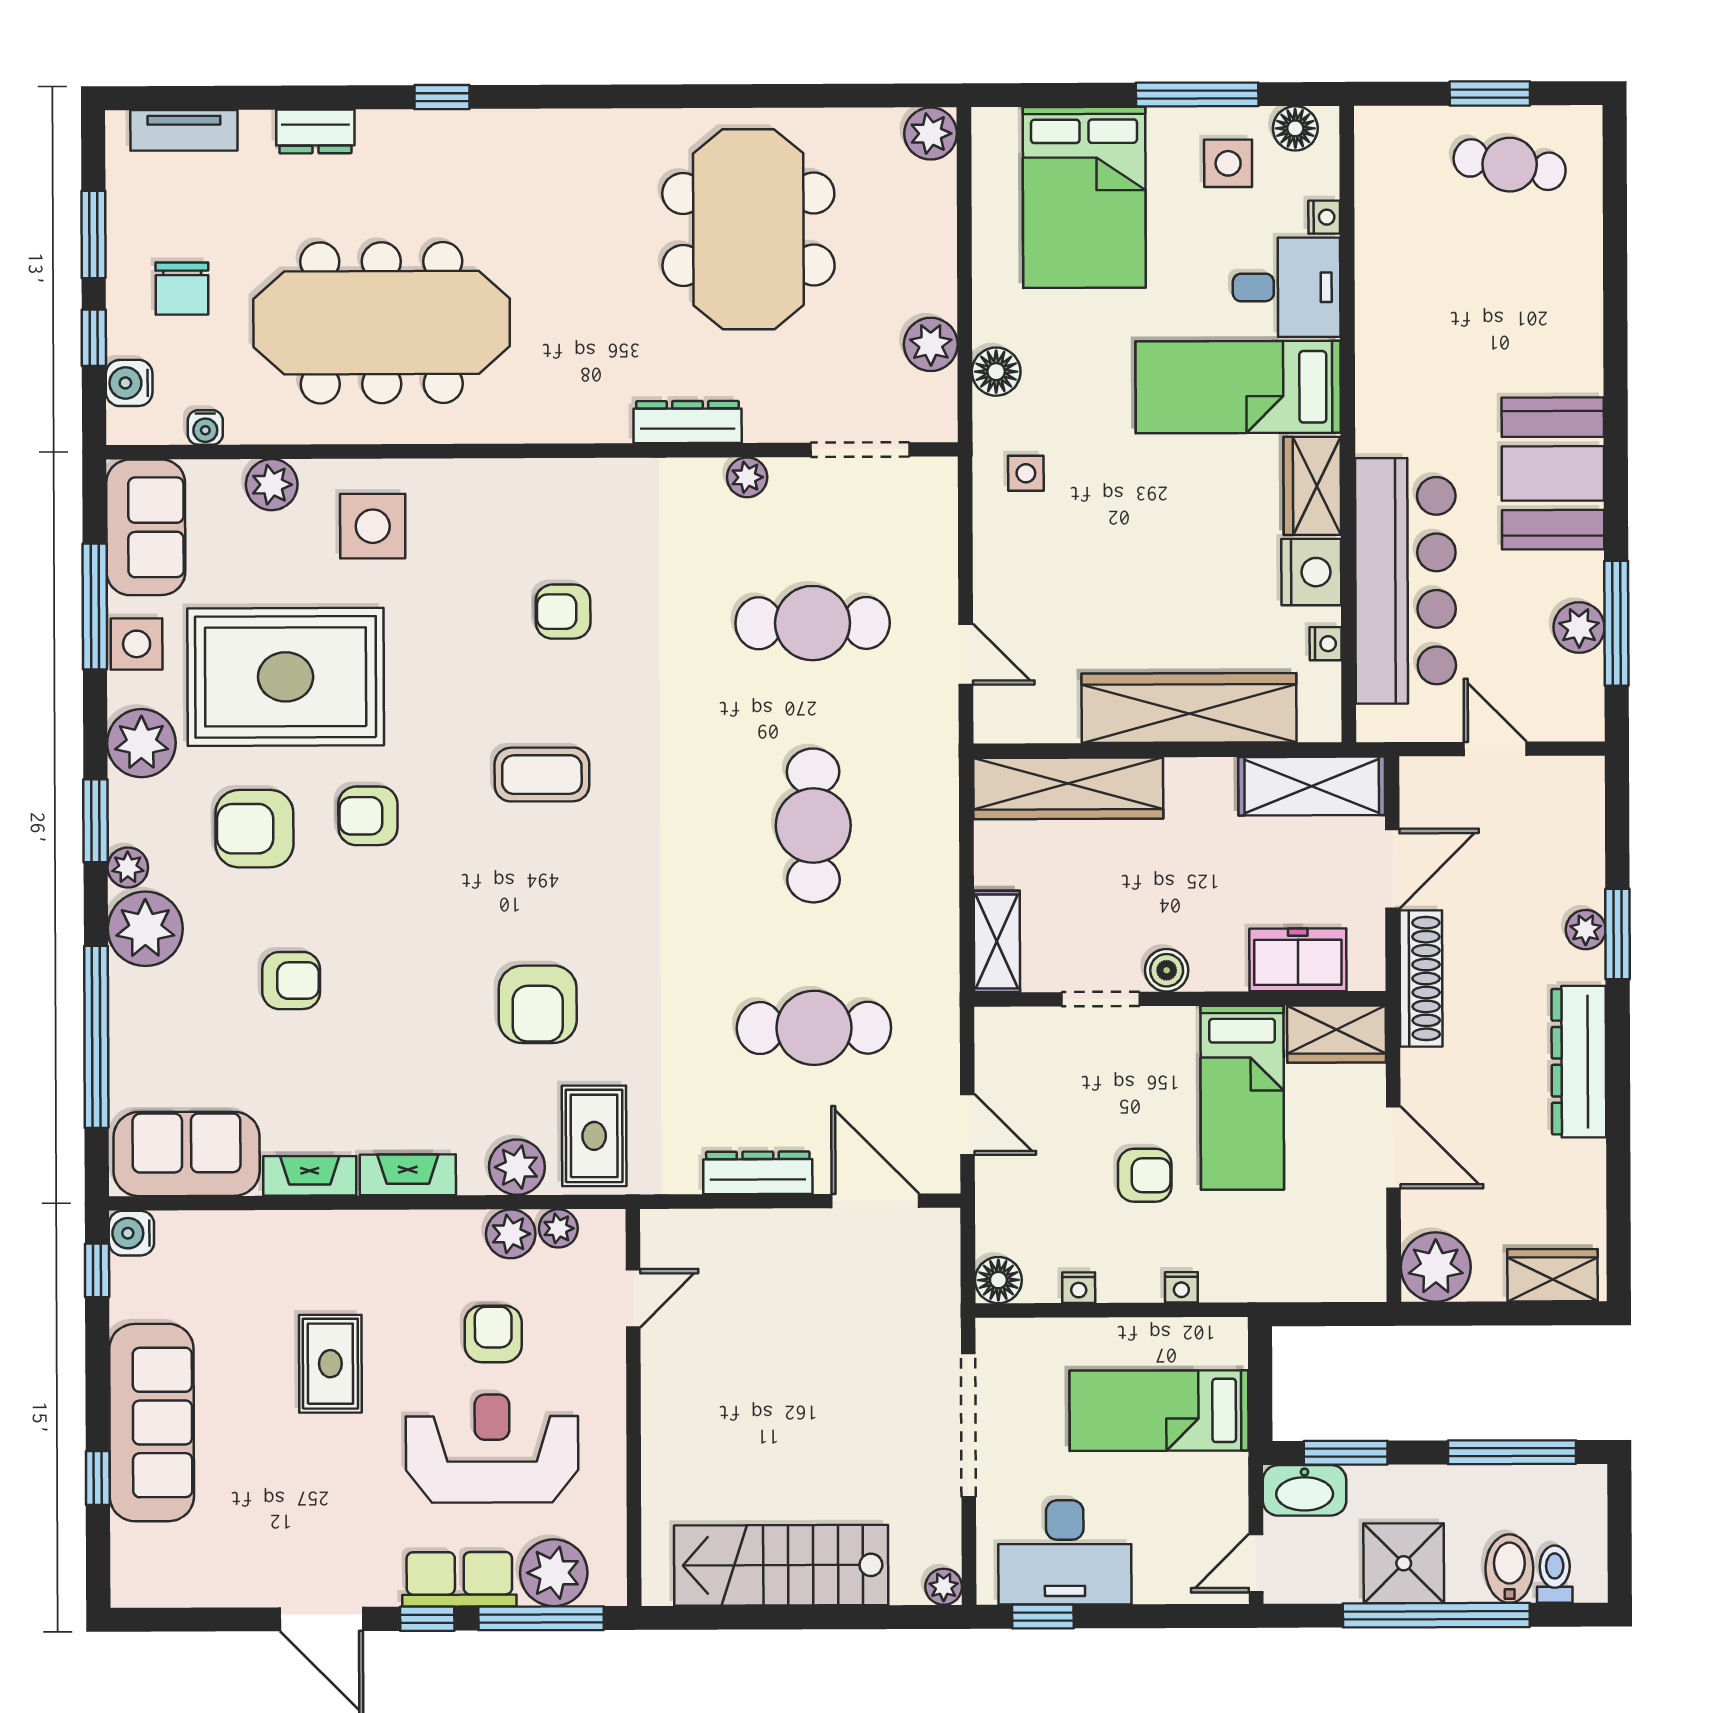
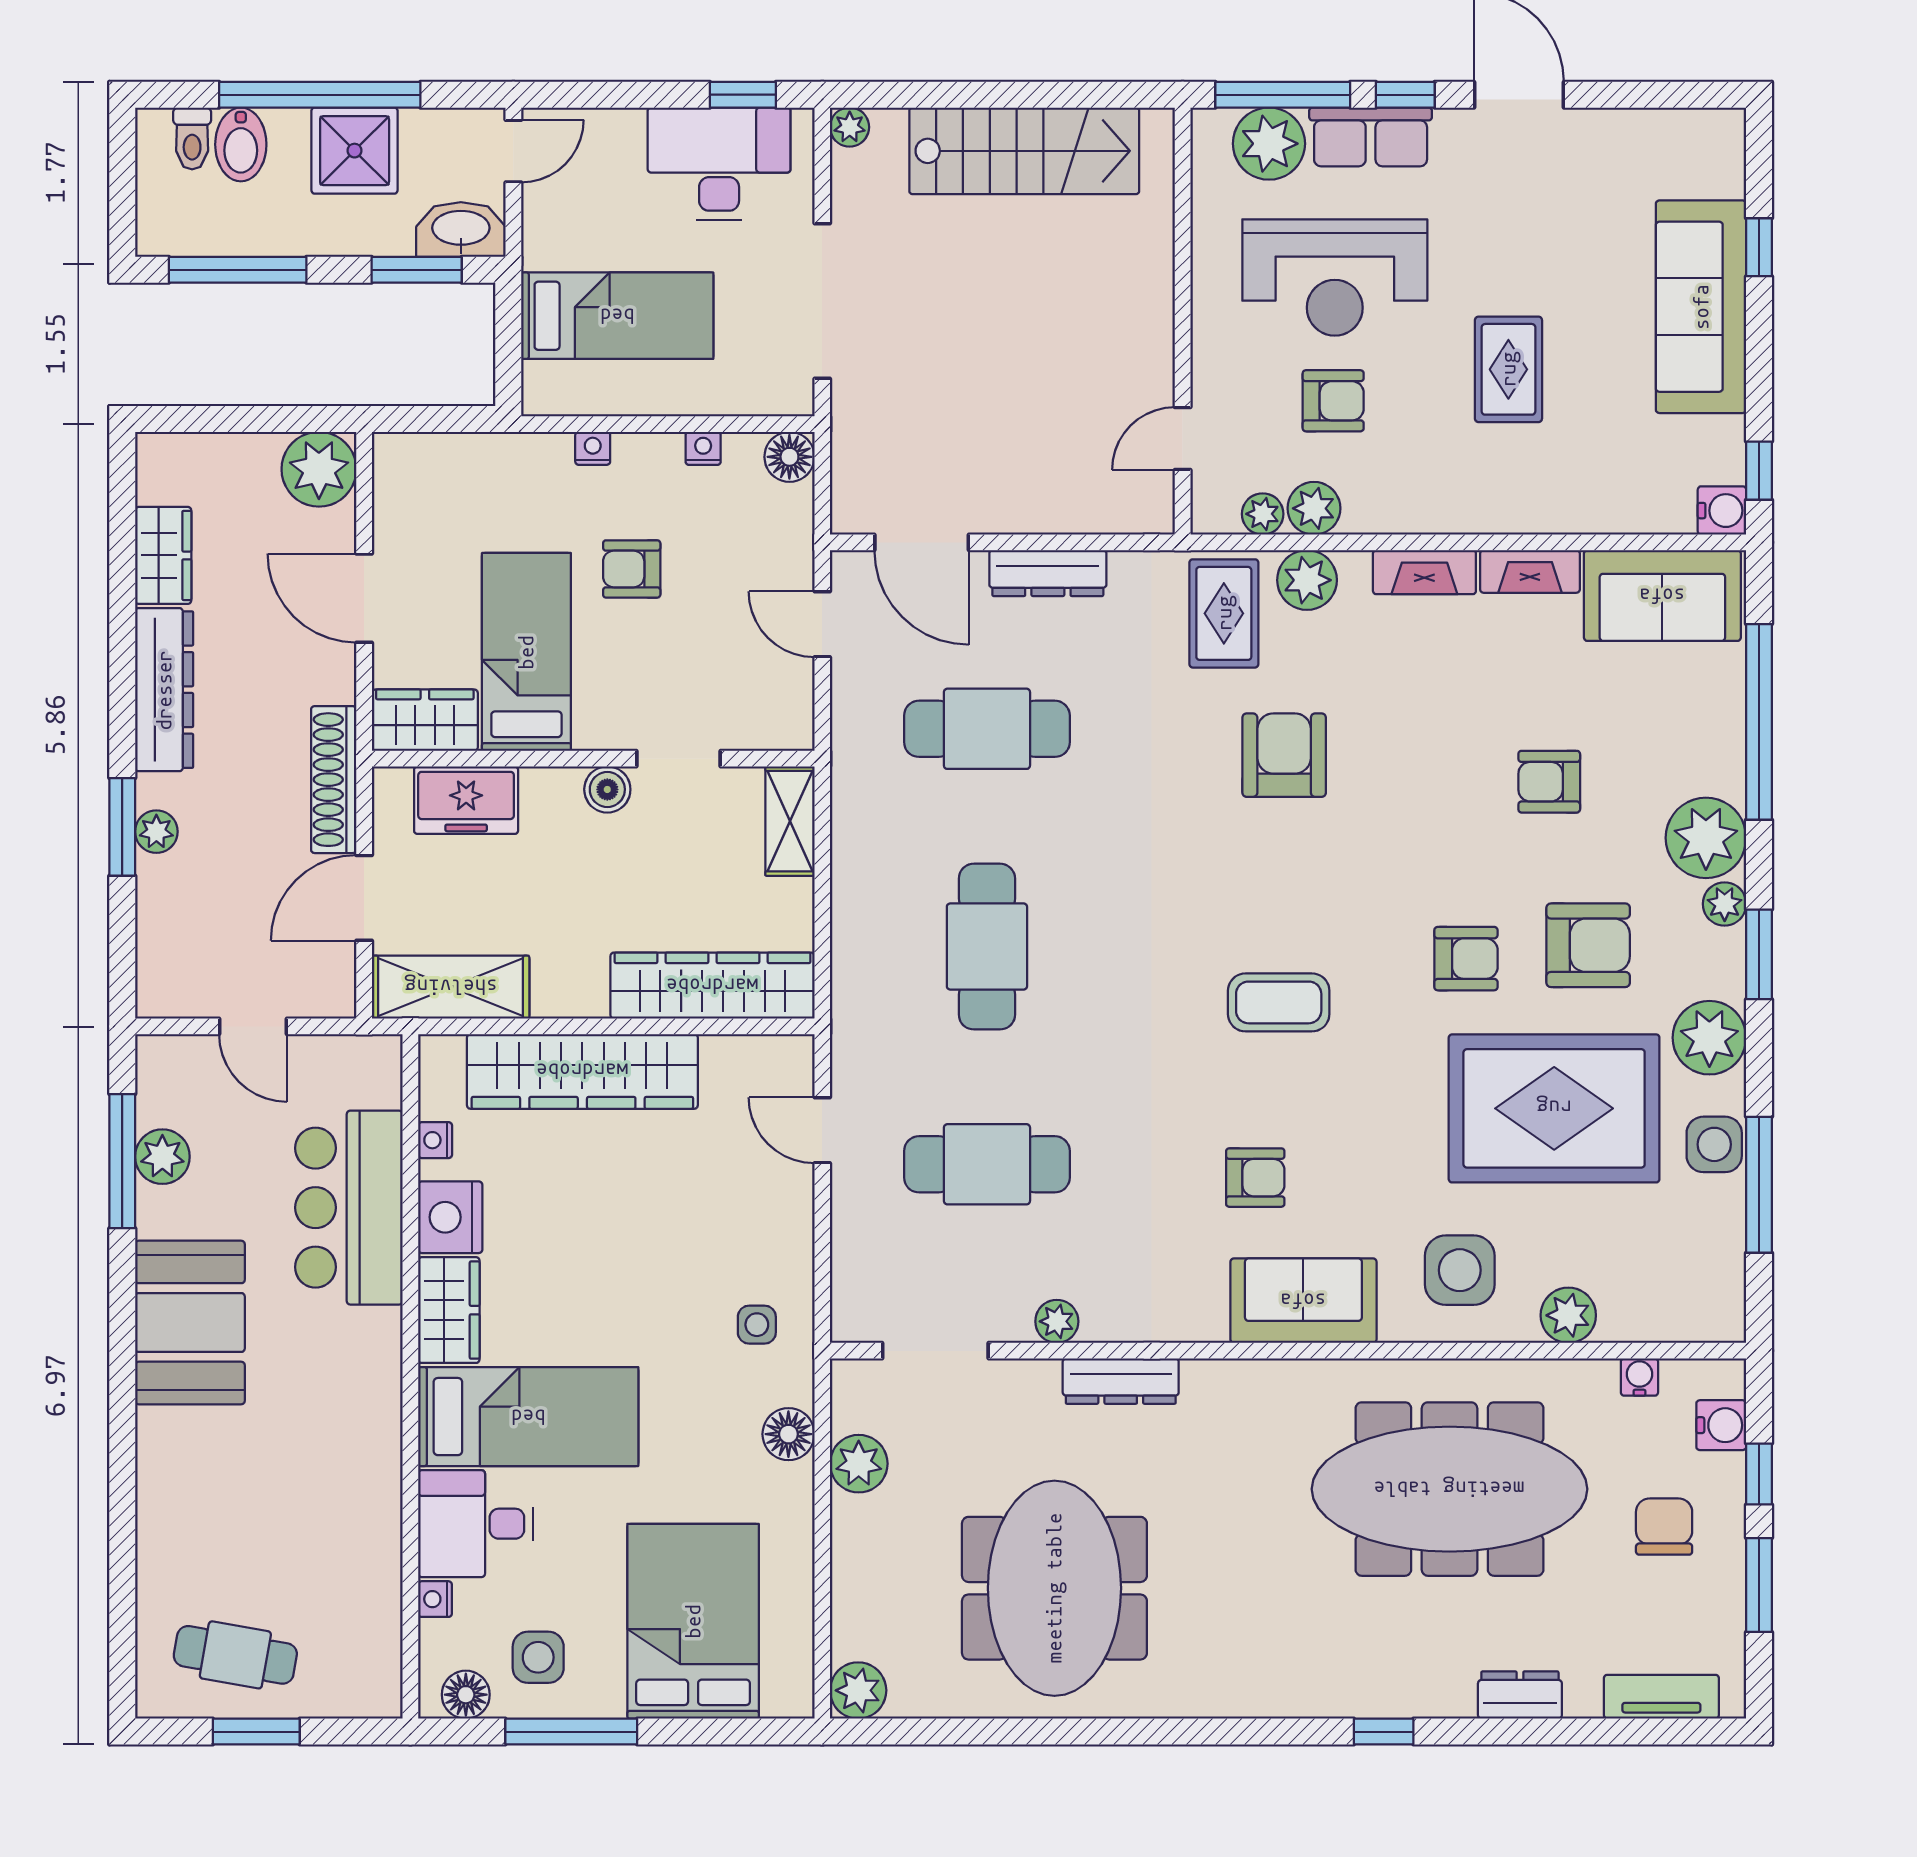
sofa: (146, 527) -> (1303, 1301), moved, turned 90
bar counter: (1406, 581) -> (349, 1208), width x0.73
wardrobe: (1553, 1275) -> (163, 555), moved, turned -90
armchair: (493, 1334) -> (1333, 401), turned -90

